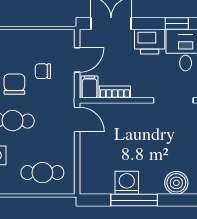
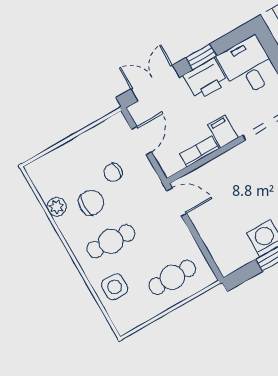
window: (177, 24) -> (201, 57), moved
chair: (14, 84) -> (91, 203), turned 90
filing cabinet: (89, 87) -> (223, 131), moved

